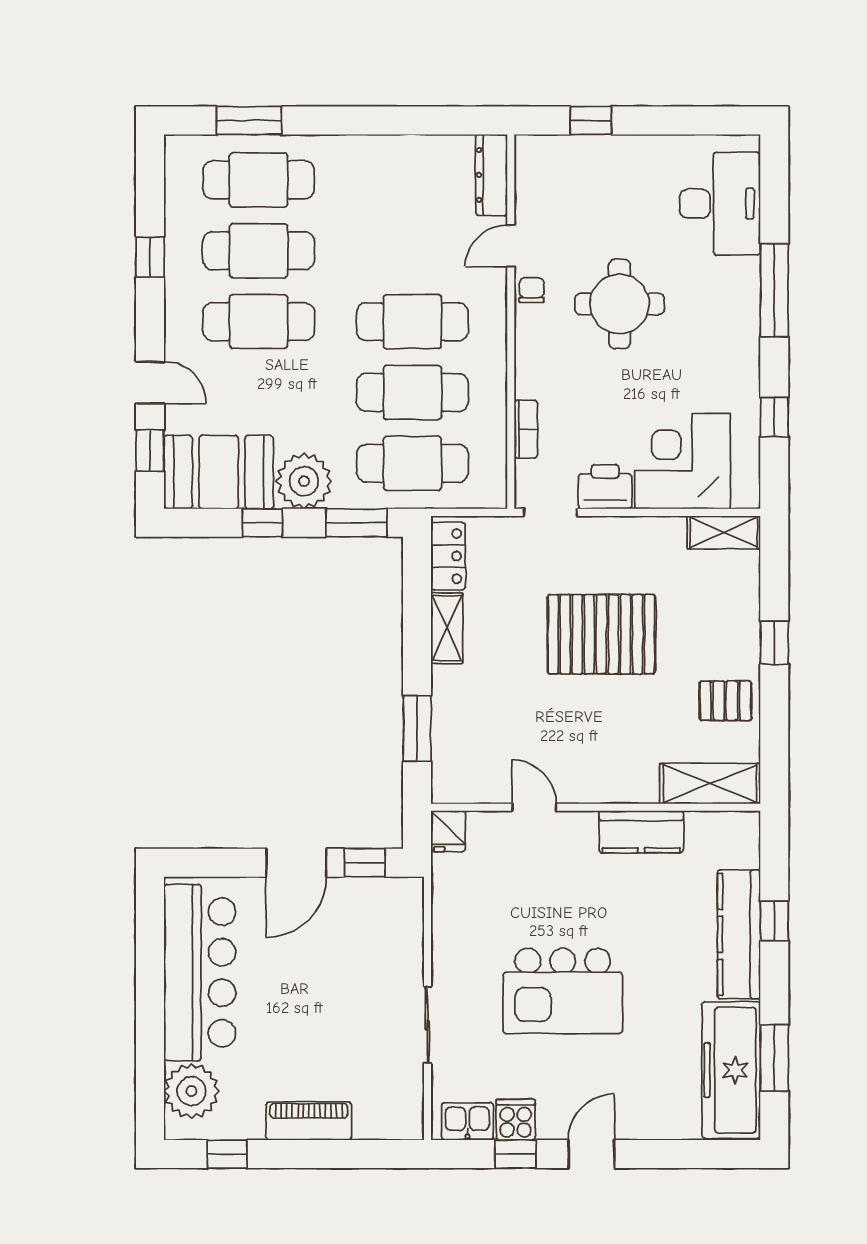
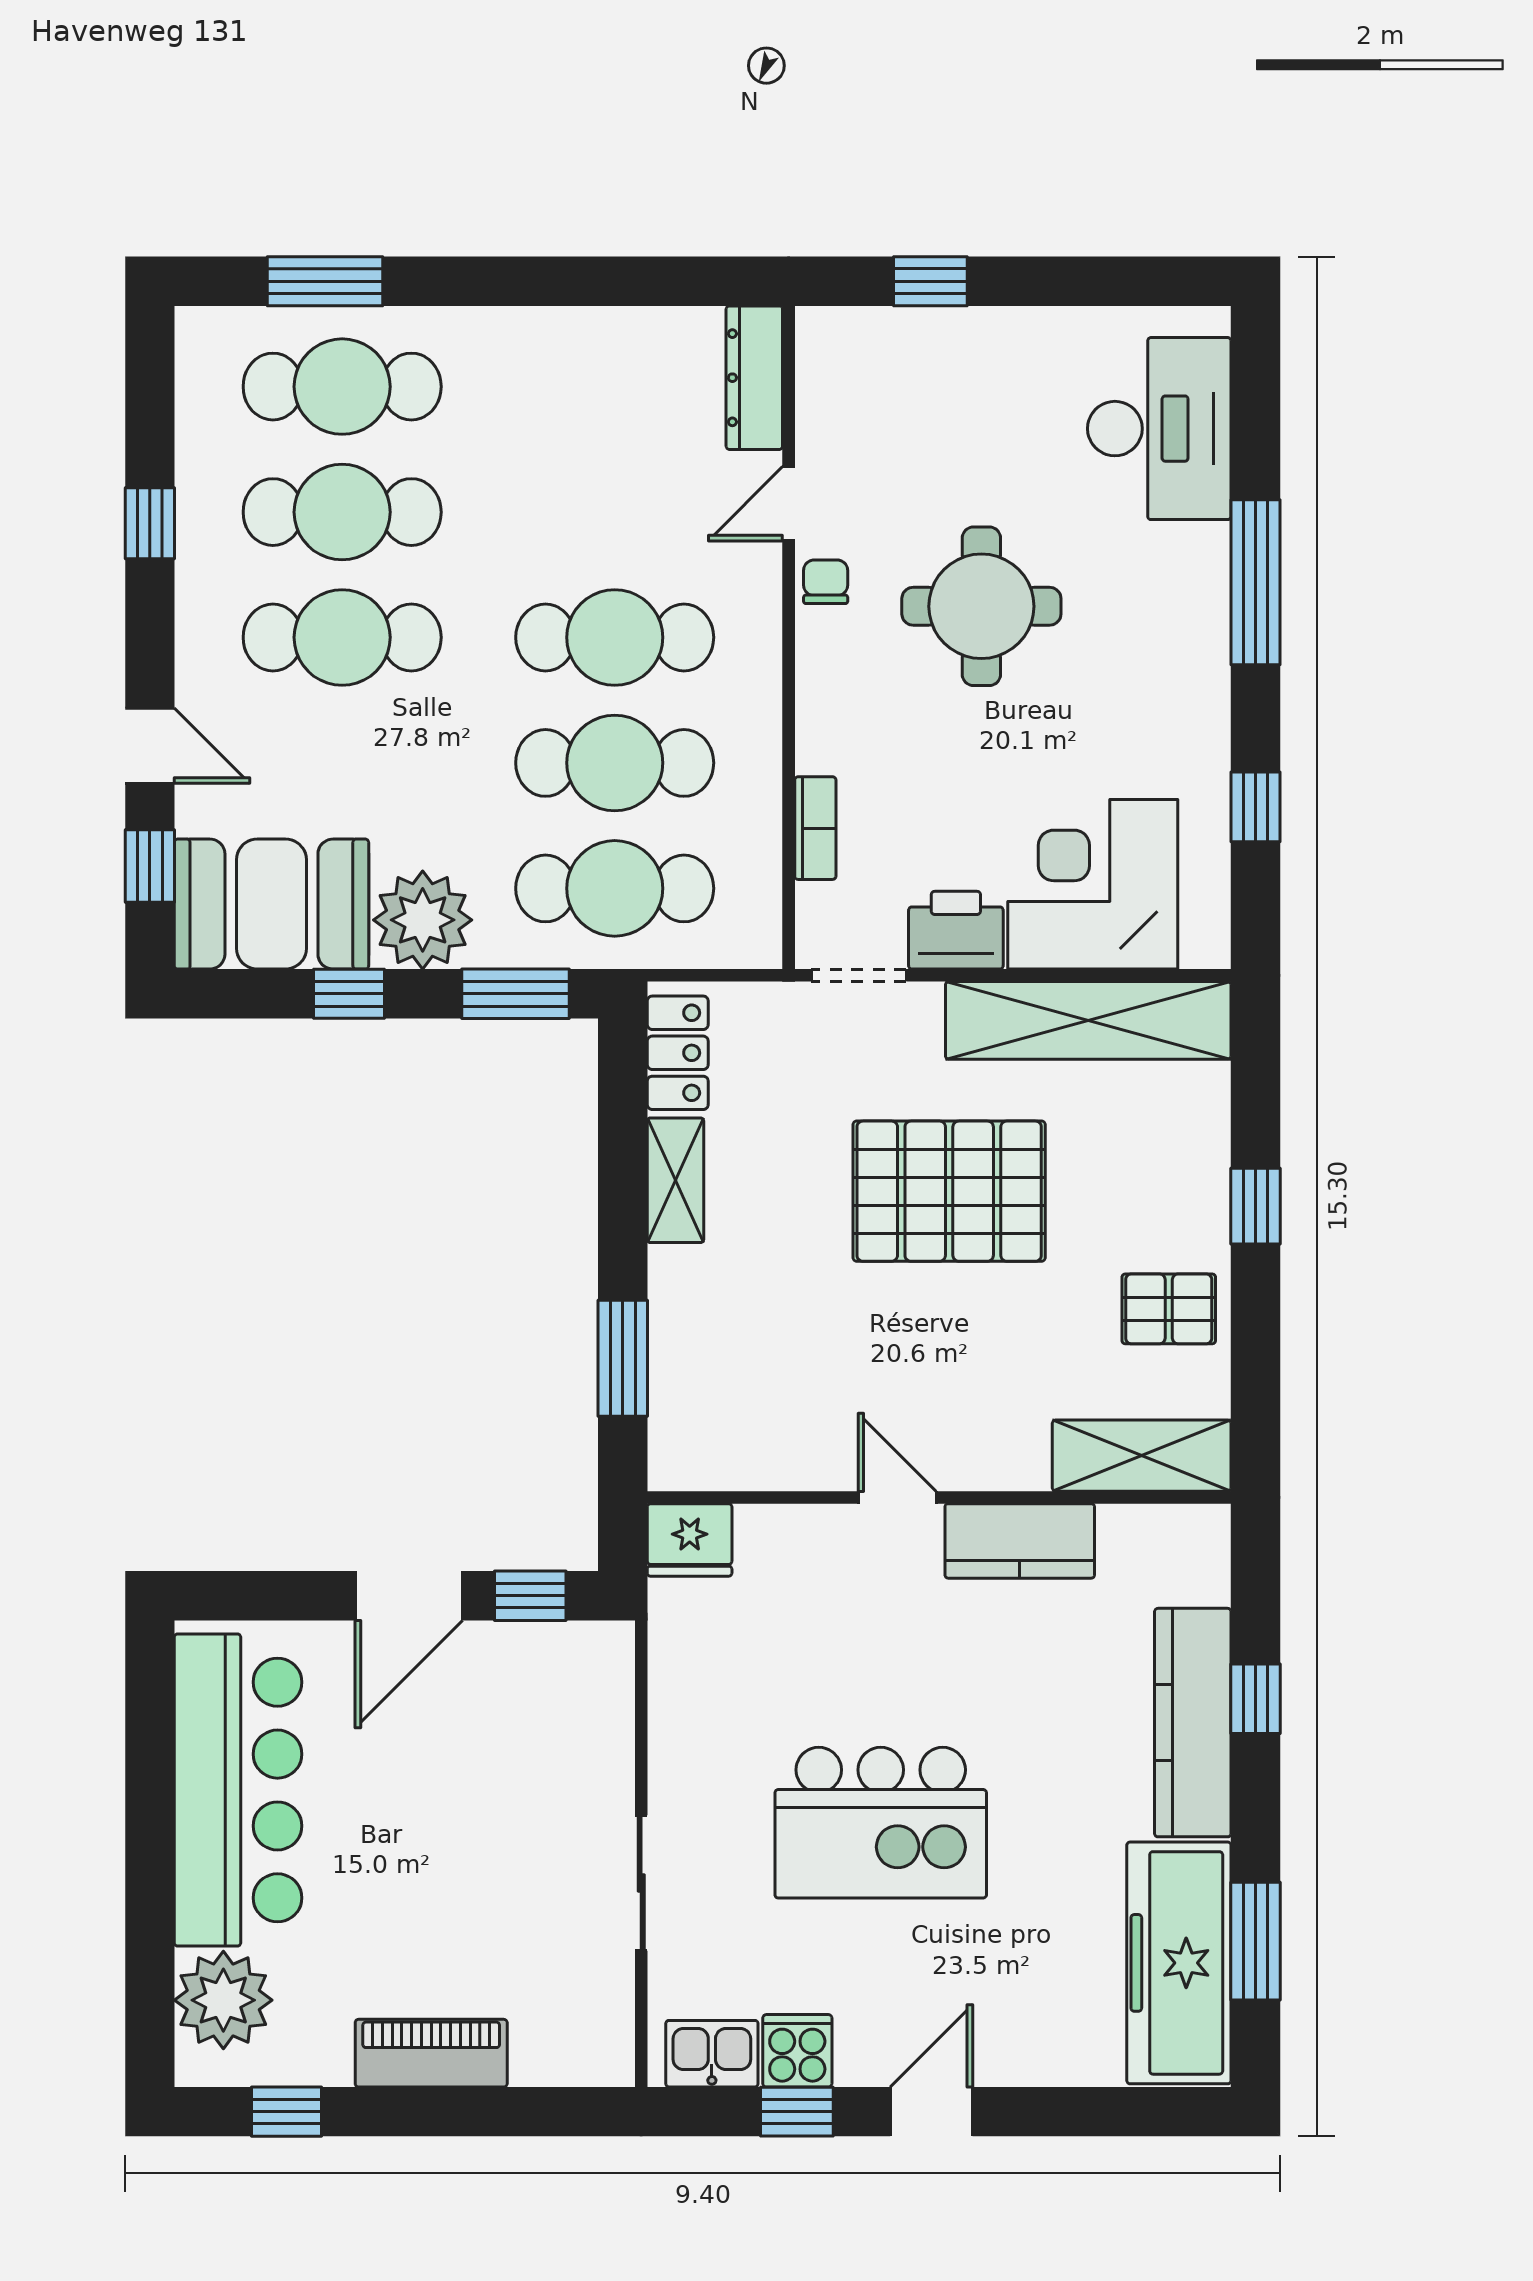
shelving: (724, 532) -> (1088, 1020), width x2.20, depth x1.33
door: (534, 807) -> (897, 1497), moved
fridge: (448, 831) -> (690, 1540), width x1.38

